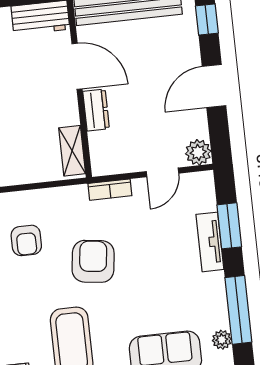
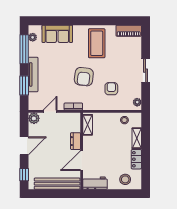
door: (77, 66) -> (82, 161), hinge flipped
tv unit: (210, 242) -> (33, 74), width x1.41

